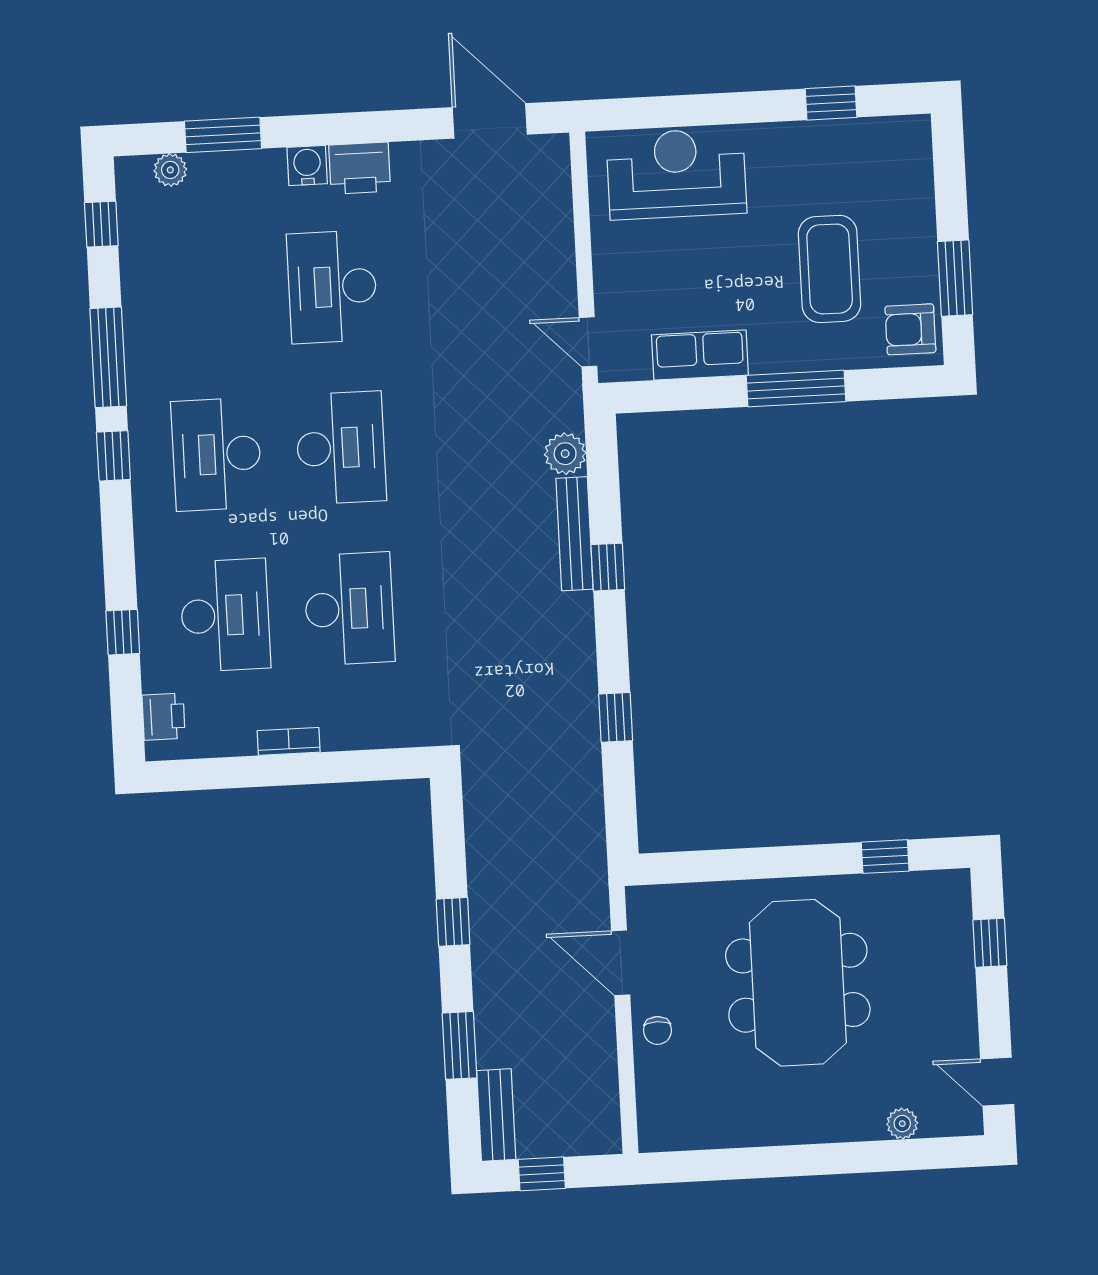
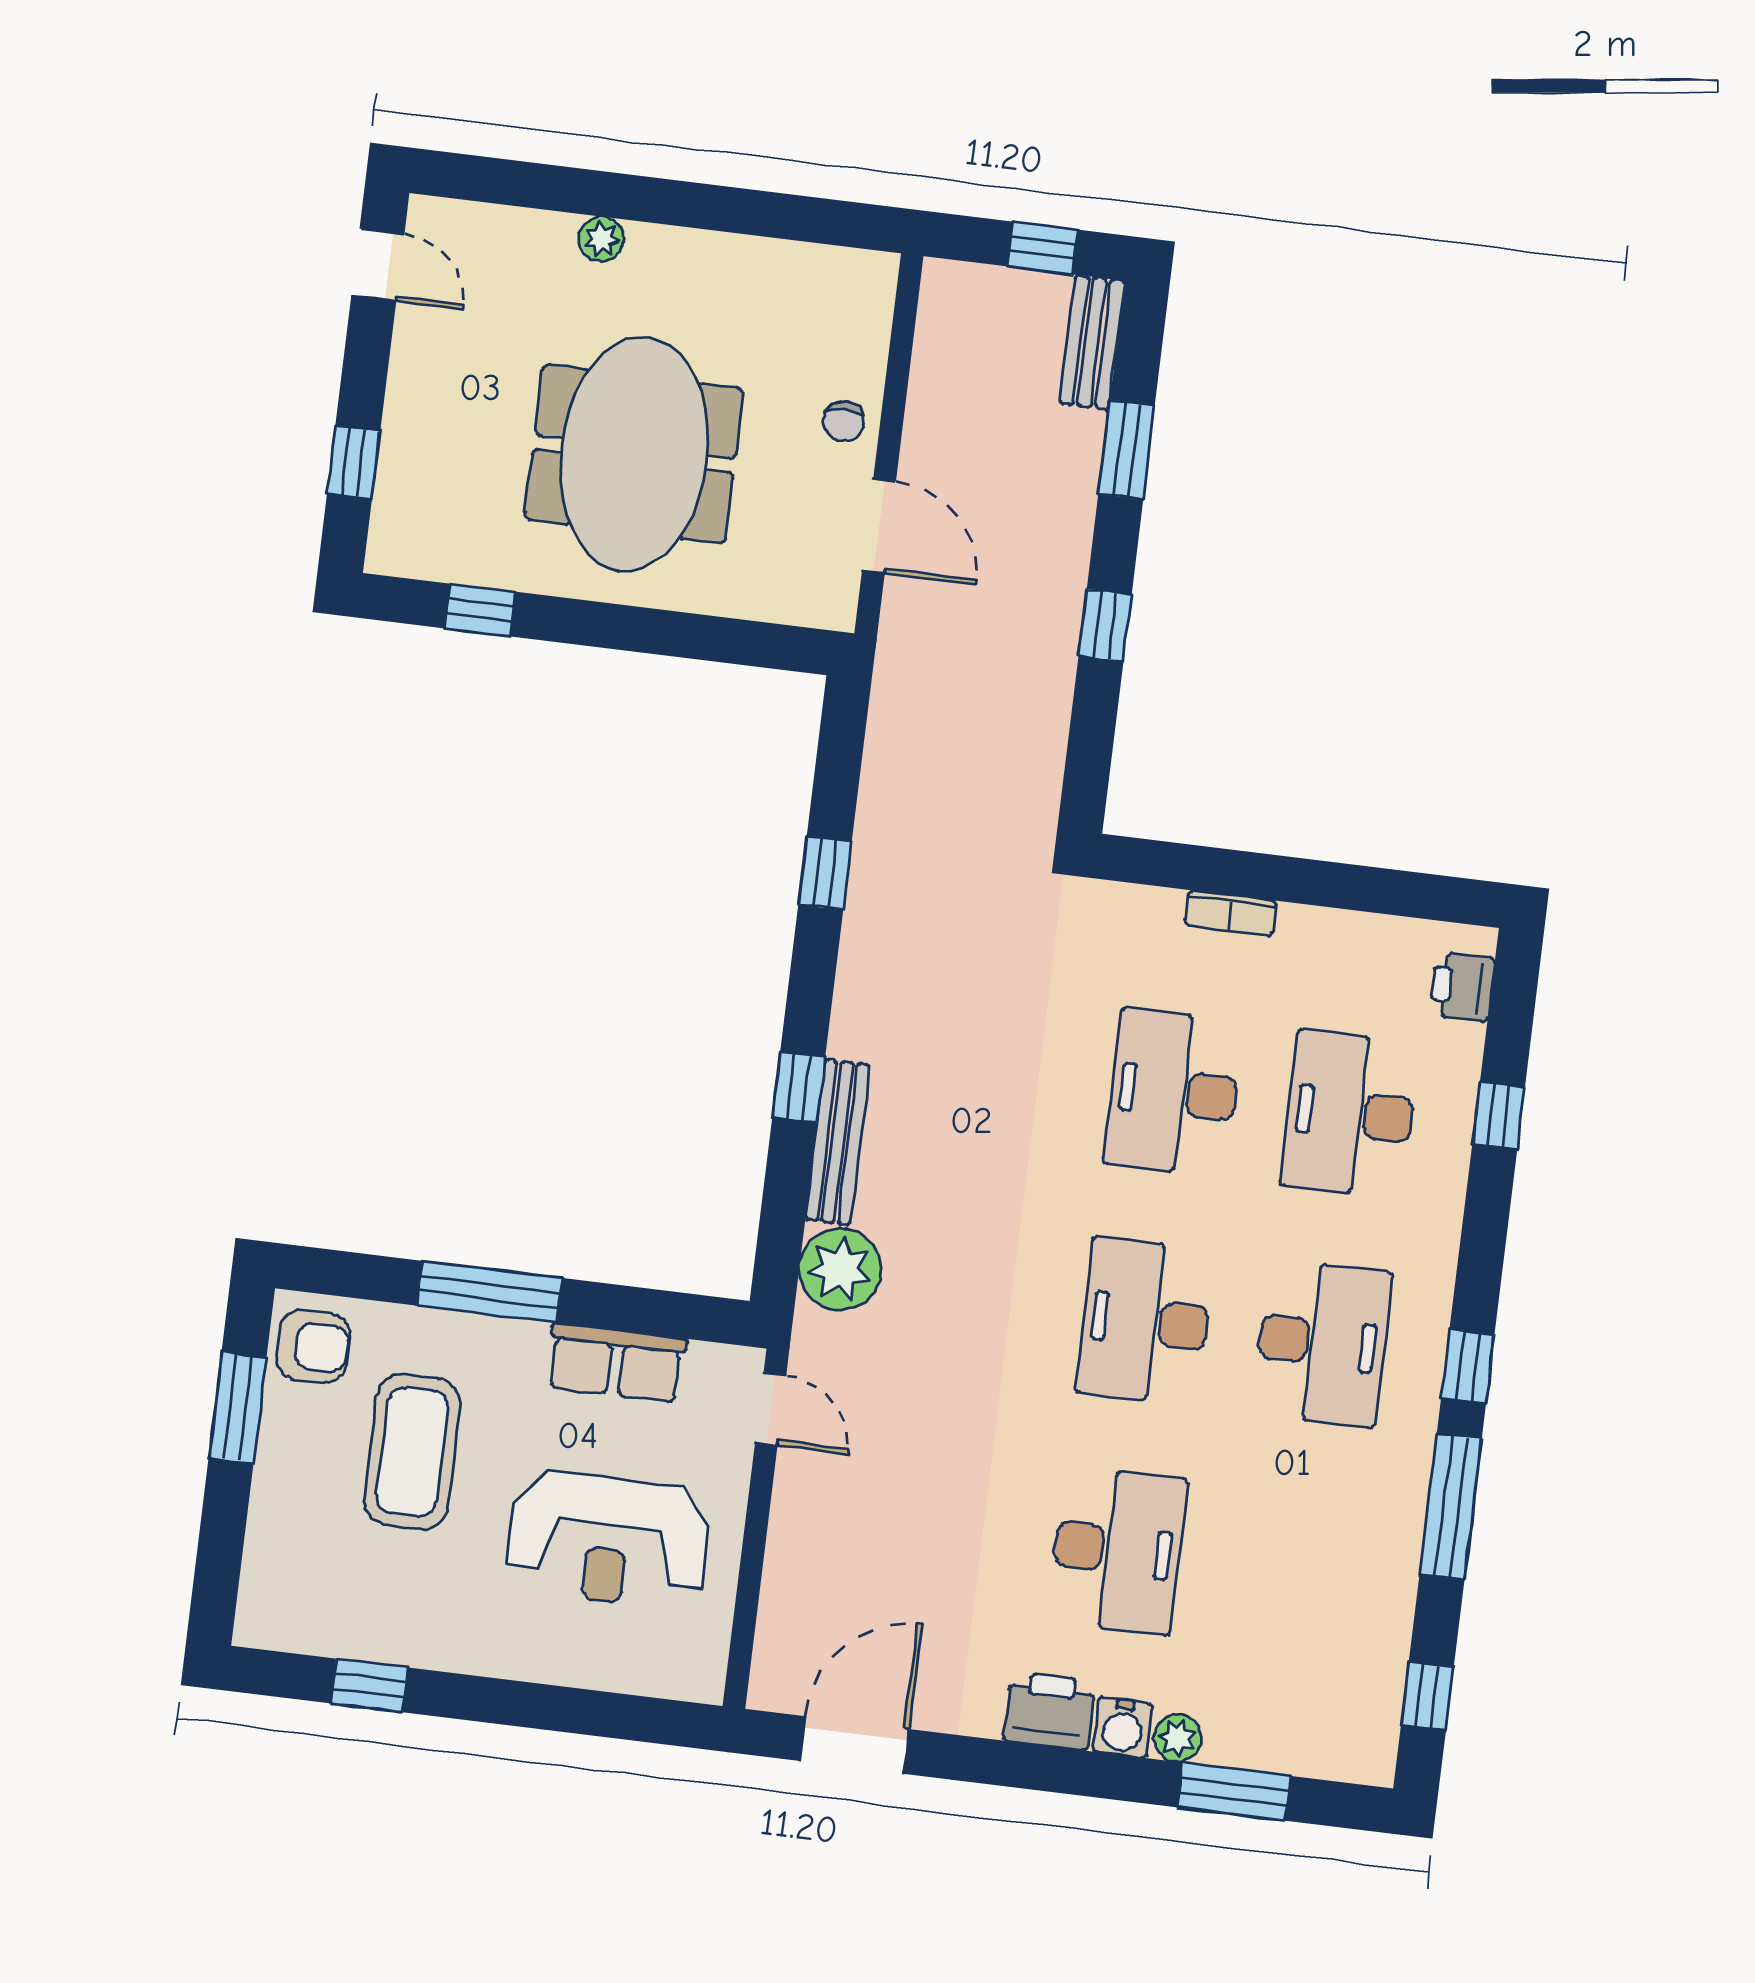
door: (490, 121) -> (854, 1745), swing flipped
plant: (170, 170) -> (1177, 1738), moved
reception desk: (676, 174) -> (608, 1539), moved
plant: (565, 454) -> (840, 1269), width x1.36, depth x1.36
bookcase: (289, 741) -> (1231, 913), moved
chair: (657, 1030) -> (844, 421), turned 180
plant: (902, 1124) -> (601, 239), moved

